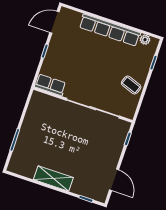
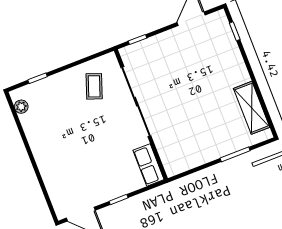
row of seats: (110, 30) -> (41, 151), removed
coffee table: (131, 85) -> (94, 86), moved
shelving: (53, 178) -> (252, 108), moved

